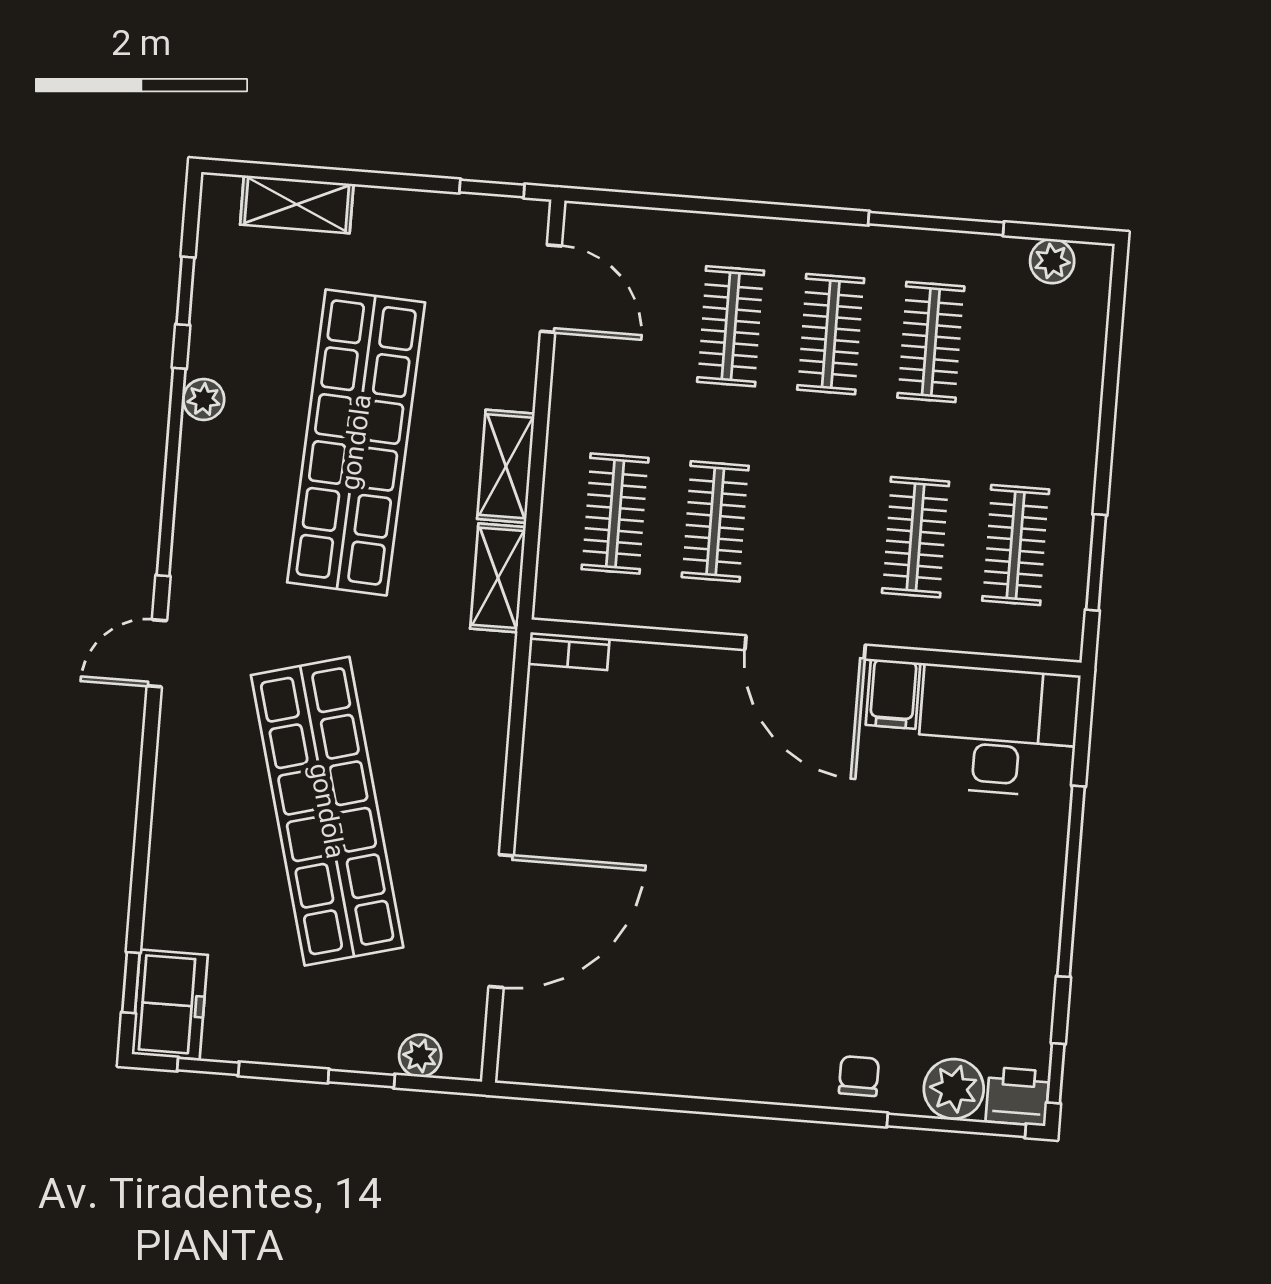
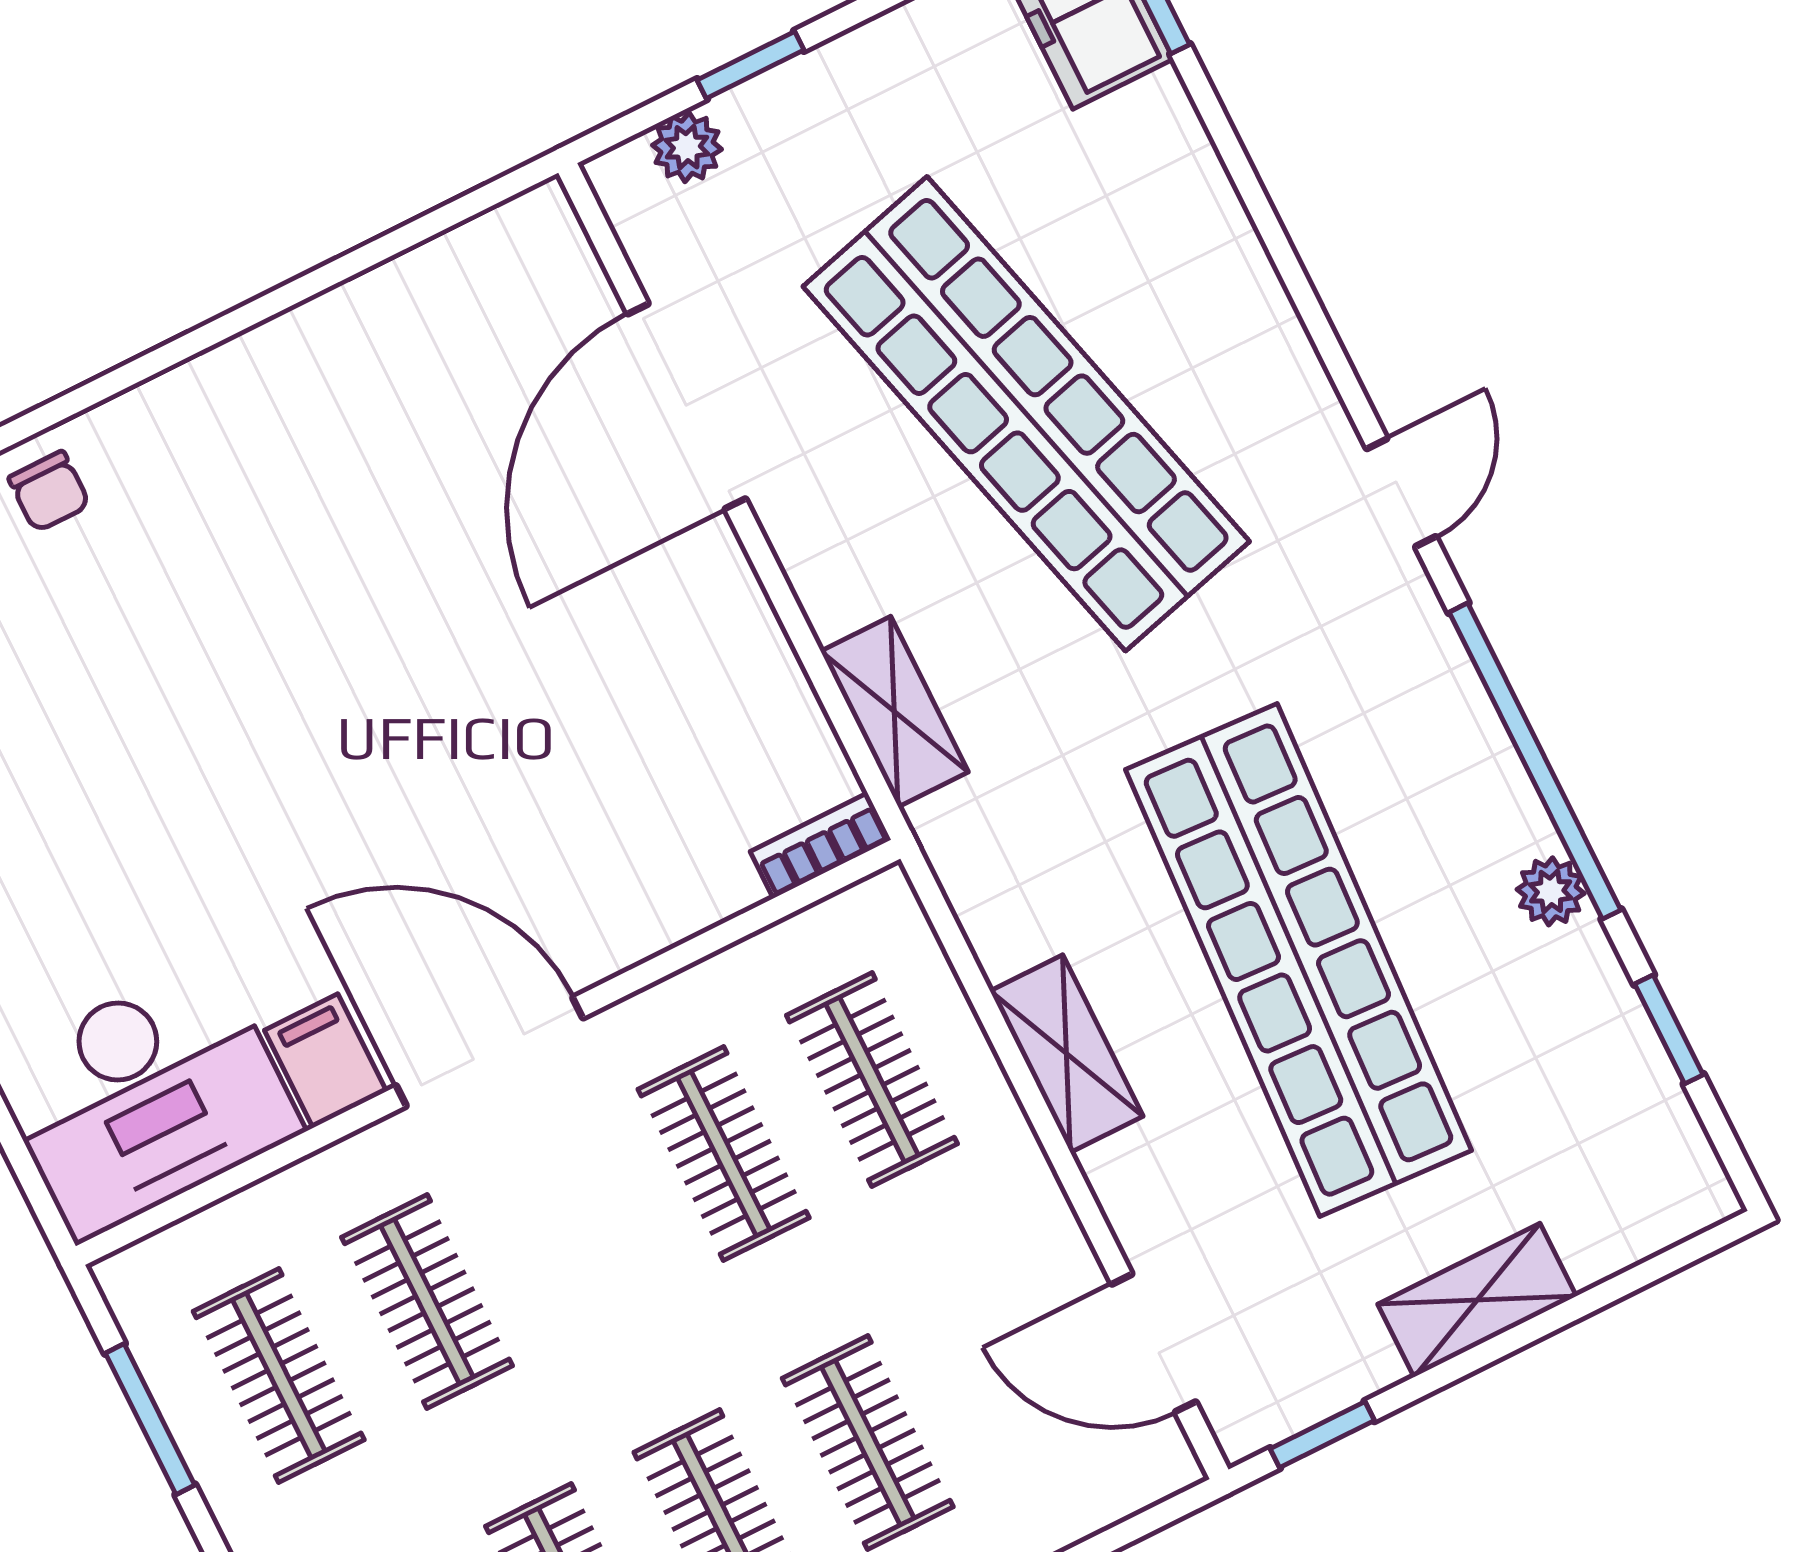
shelving: (297, 204) -> (1477, 1300), moved
shelving: (498, 578) -> (894, 712), moved

